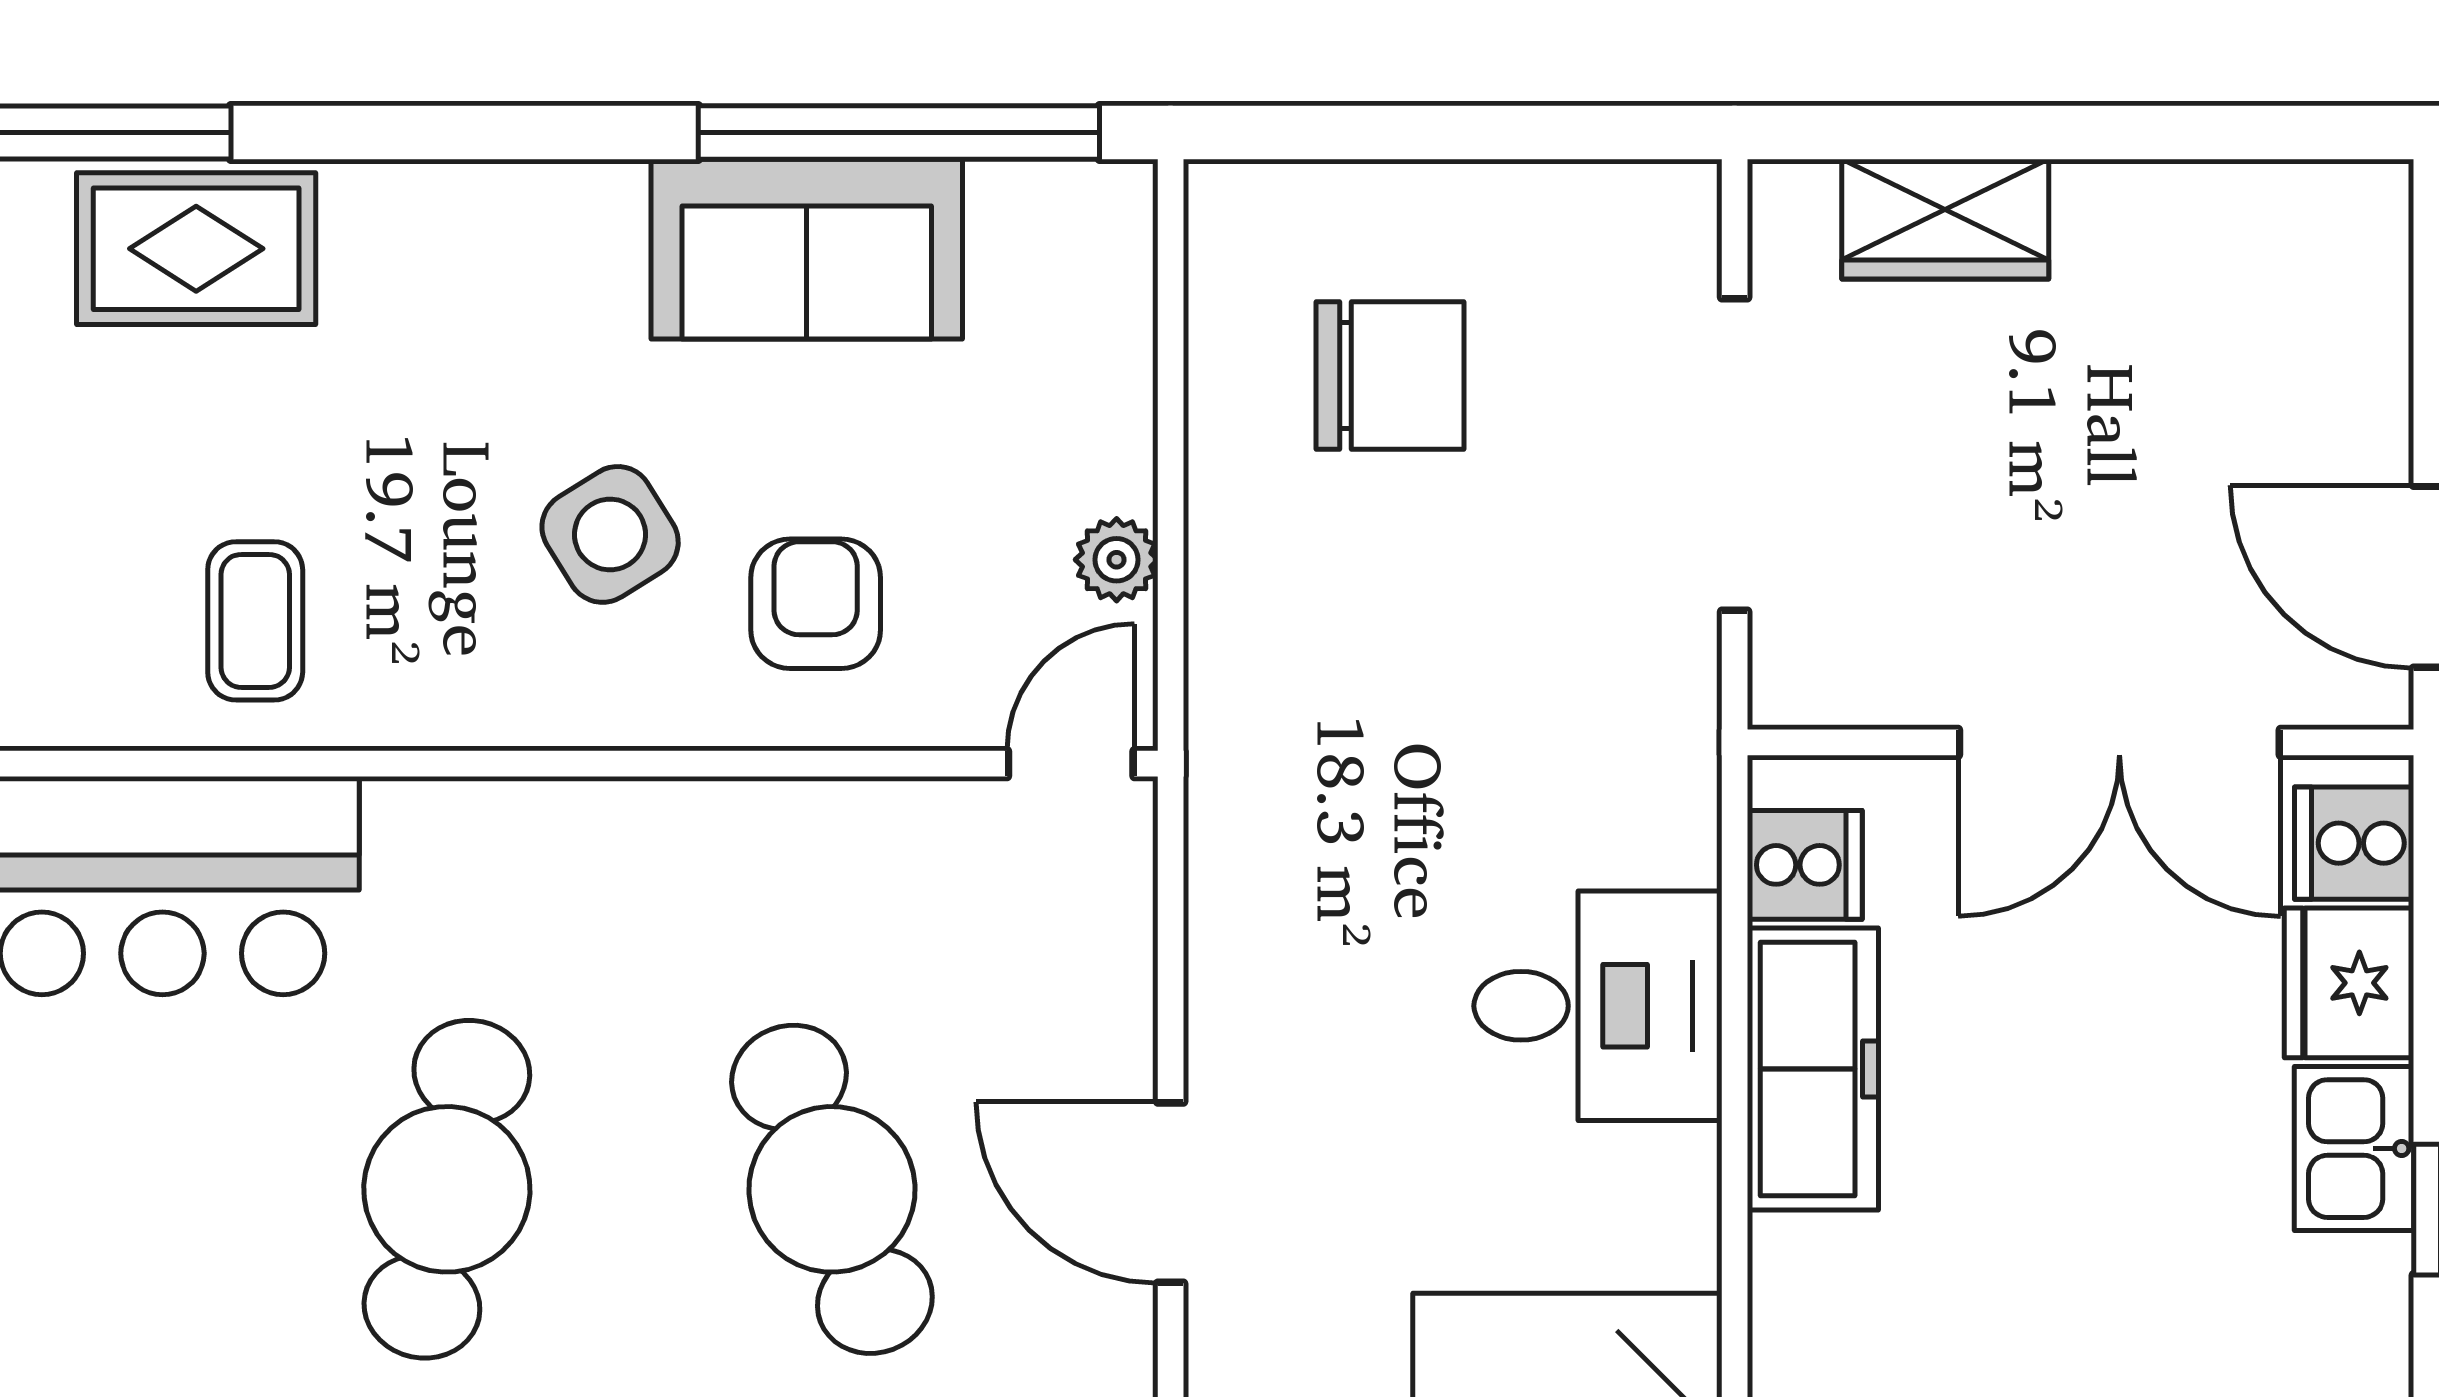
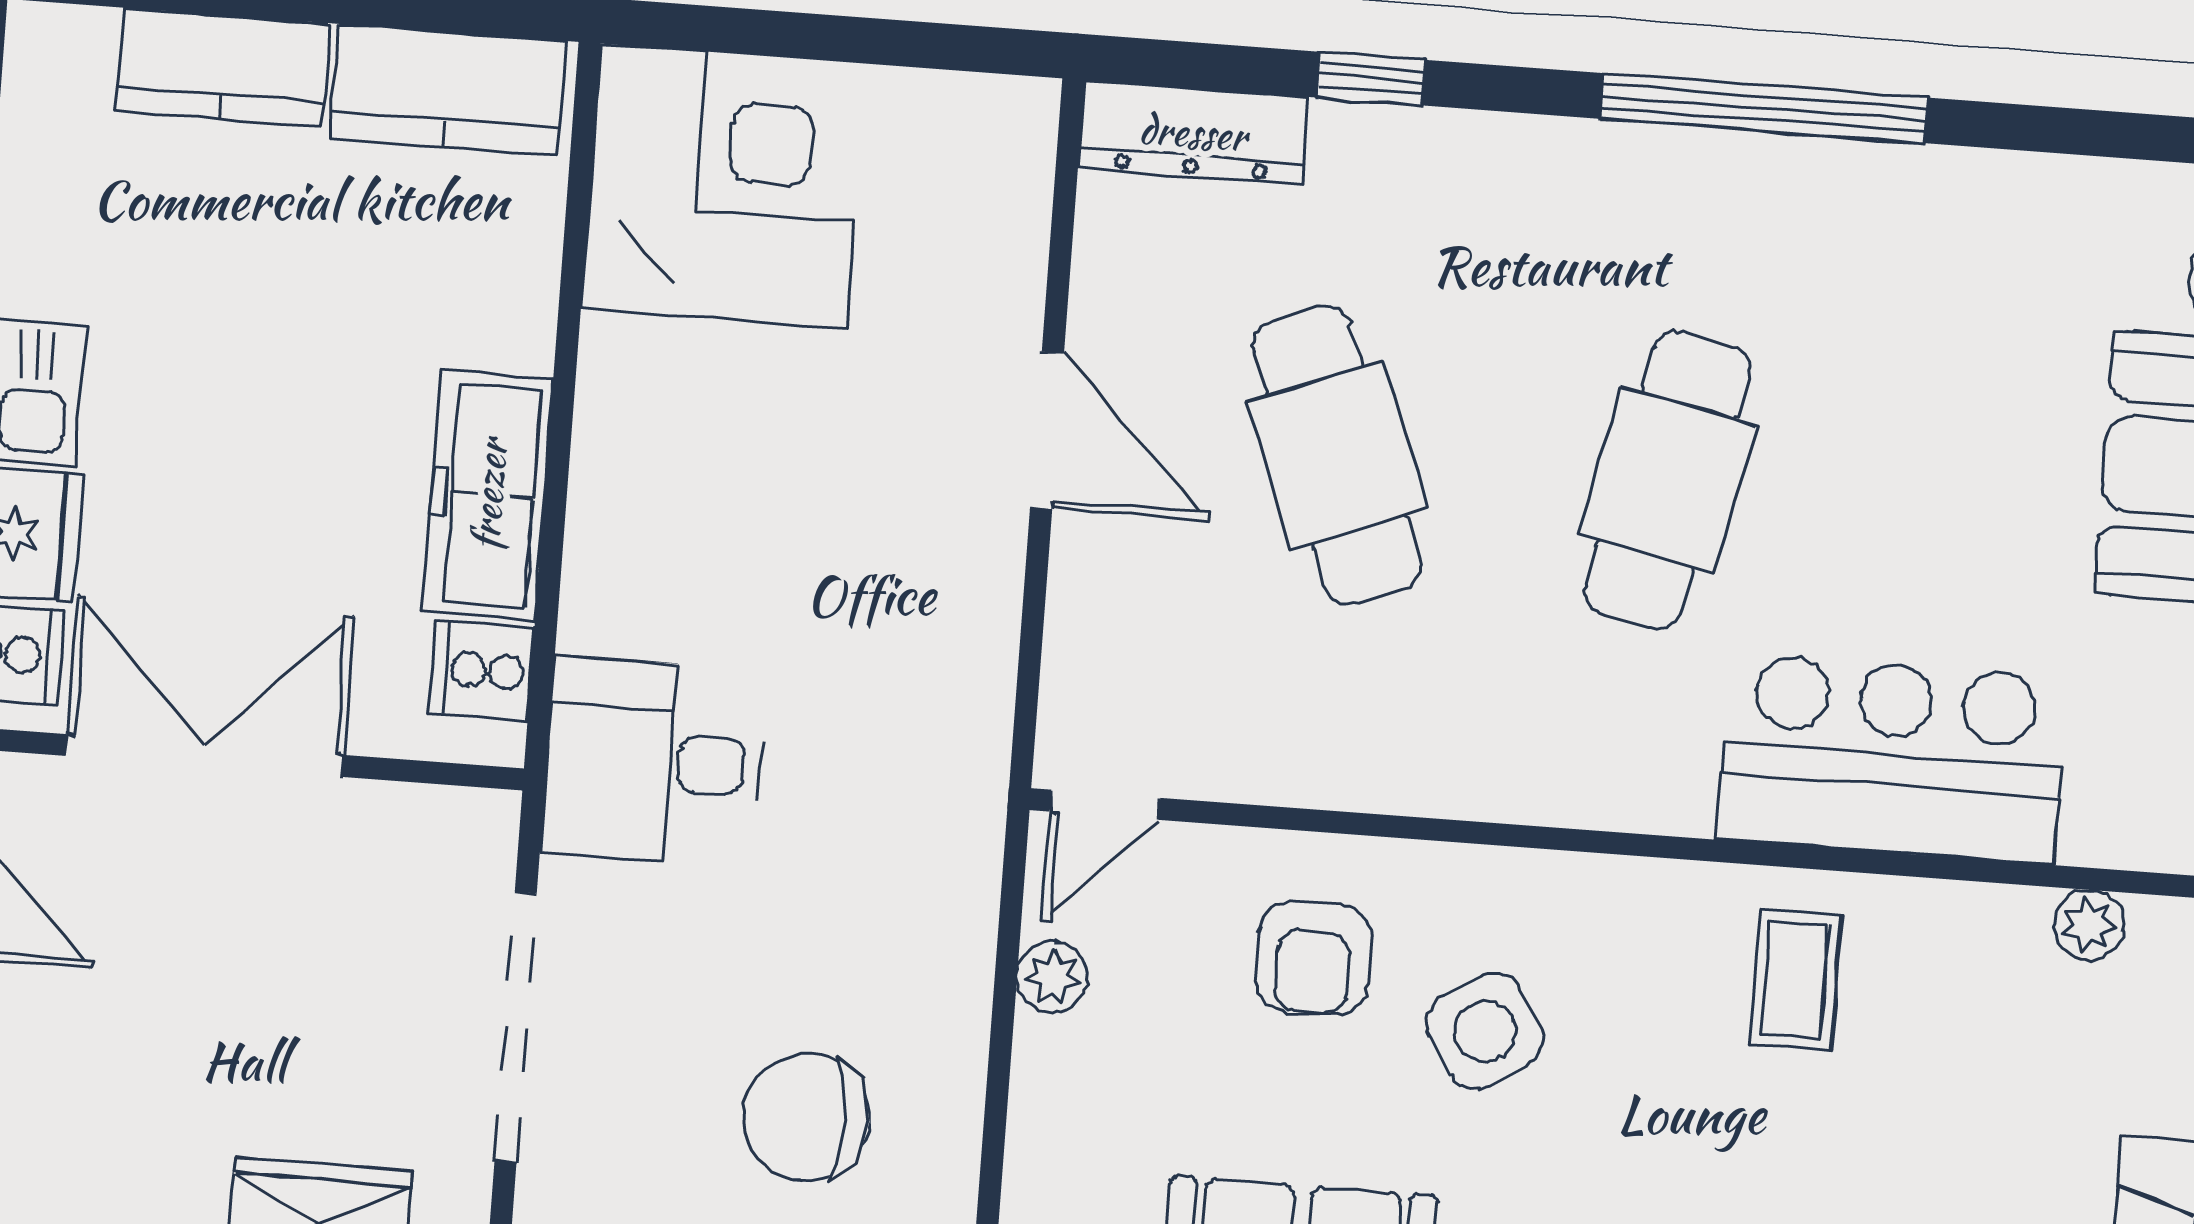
desk: (1598, 1006) -> (654, 761), moved

